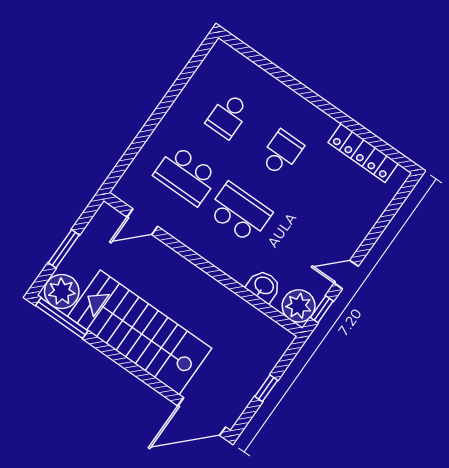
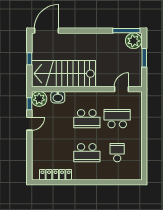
school desk: (281, 153) -> (87, 153), width x1.85
stairs: (140, 332) -> (64, 74), moved, turned 180

